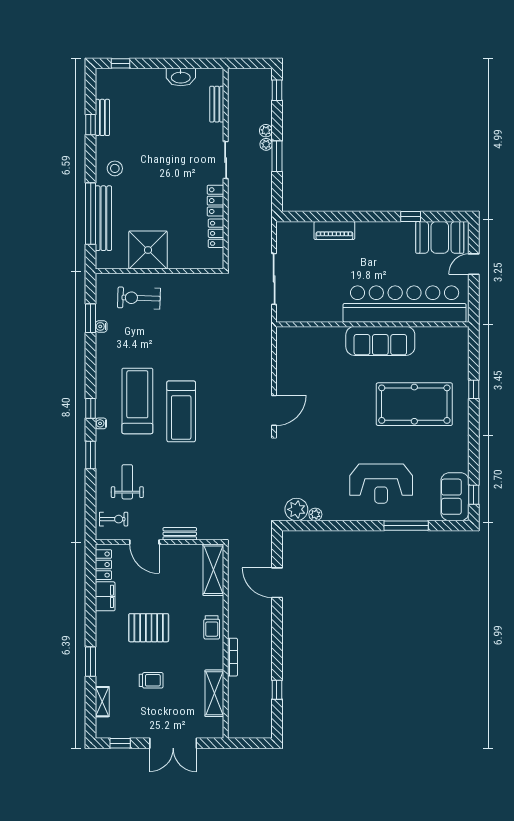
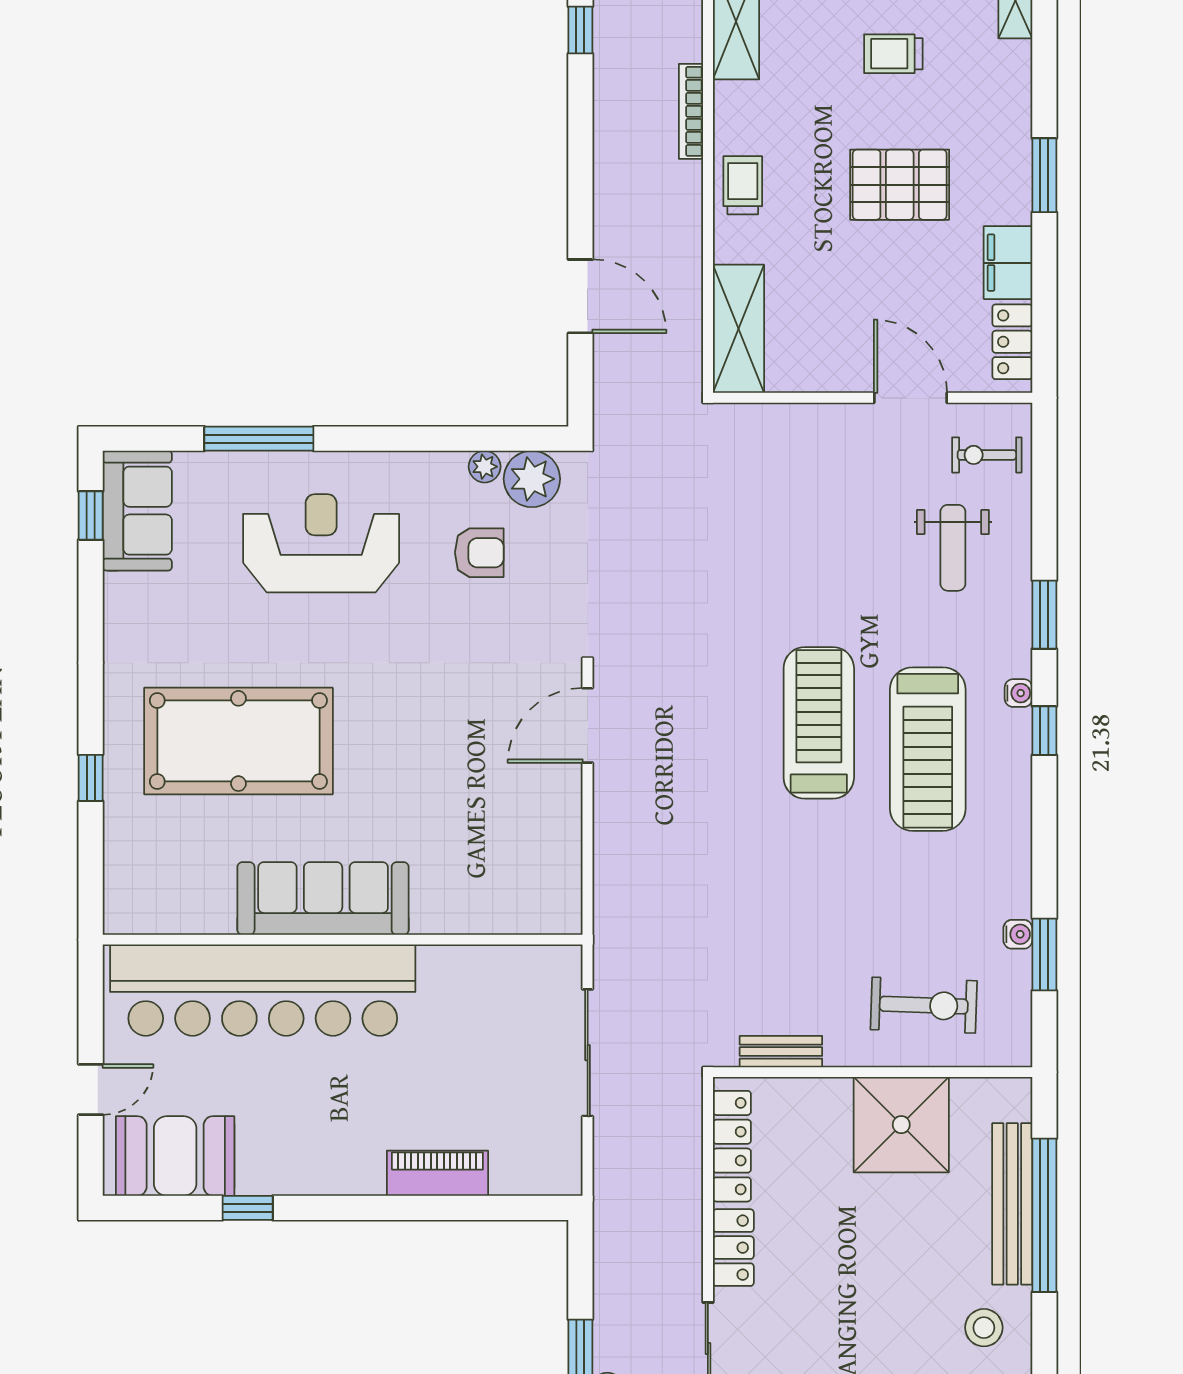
locker: (216, 233) -> (732, 1146), width x1.53
armchair: (318, 480) -> (479, 553), added
bench: (180, 534) -> (781, 1052), moved
window: (91, 662) -> (1044, 175), moved

